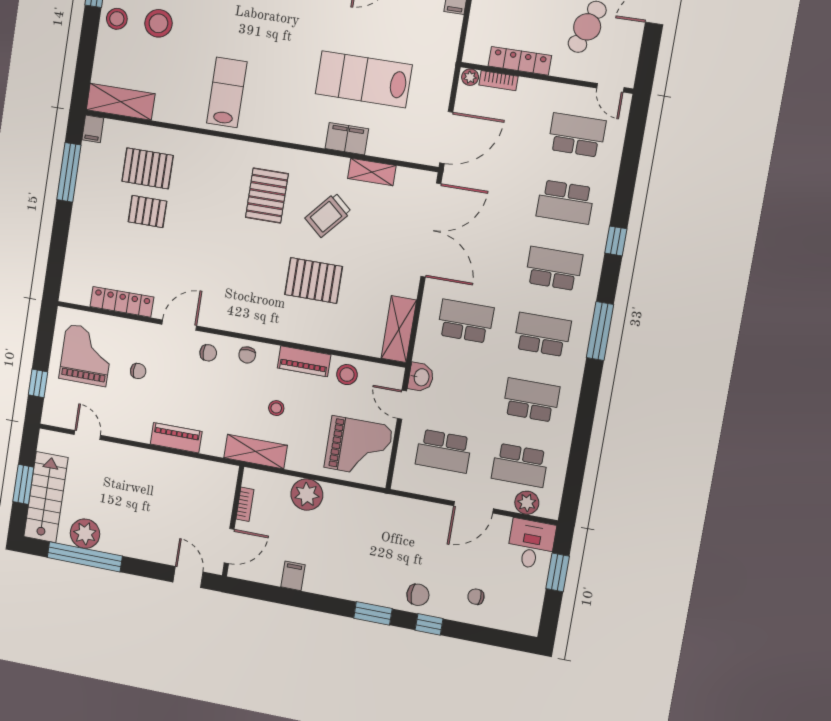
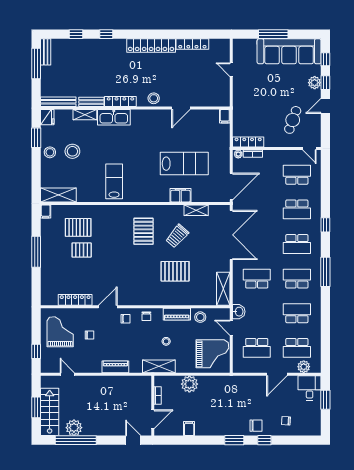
locker: (520, 61) -> (248, 142), moved
lab bench: (364, 79) -> (184, 164), turned 180
window: (69, 172) -> (36, 252), moved
school desk: (554, 269) -> (297, 244), turned 180

